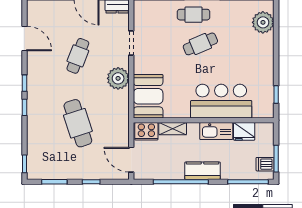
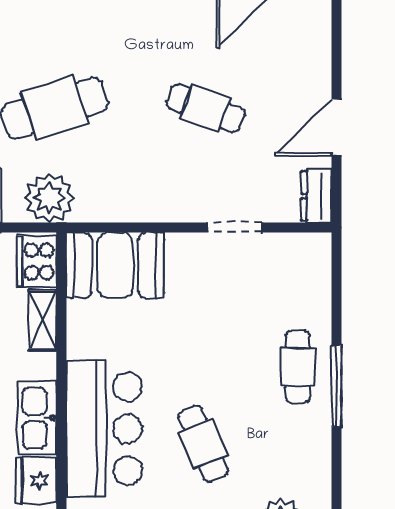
cafe table: (200, 44) -> (203, 444), moved
plant: (118, 78) -> (49, 198), moved

